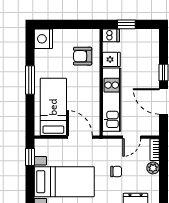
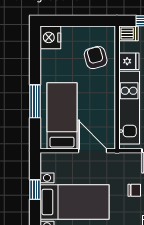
armchair: (83, 56) -> (96, 57), turned 75
window: (30, 80) -> (35, 101), moved
window: (30, 157) -> (35, 190), moved

